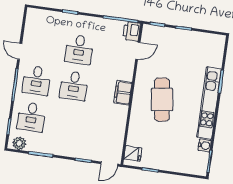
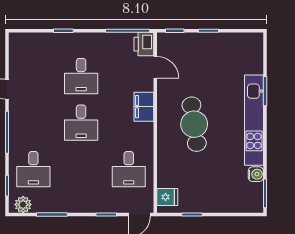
door: (138, 51) -> (155, 67), hinge flipped
desk: (37, 80) -> (129, 169), moved
filing cabinet: (123, 93) -> (144, 107), moved

